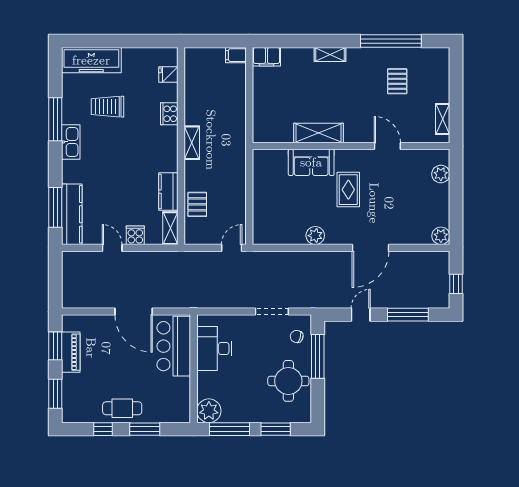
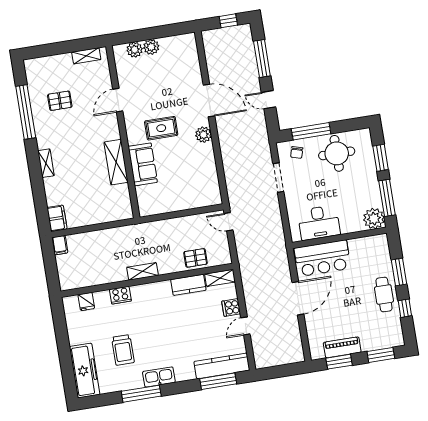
plant: (315, 236) -> (203, 135), moved
plant: (441, 236) -> (151, 47), moved

